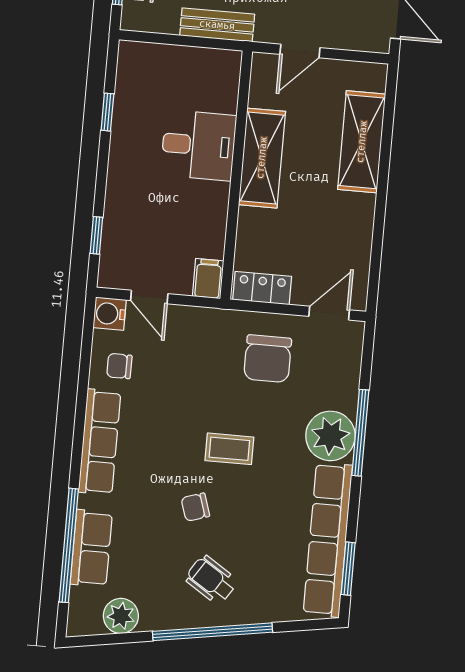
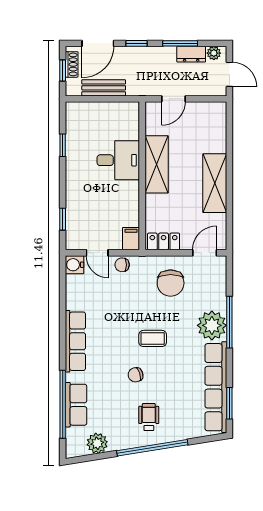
bench: (217, 25) -> (104, 88), moved
shelving: (362, 142) -> (215, 183), moved
chair: (119, 366) -> (122, 265), moved
wheelchair: (211, 580) -> (149, 417), turned 57

